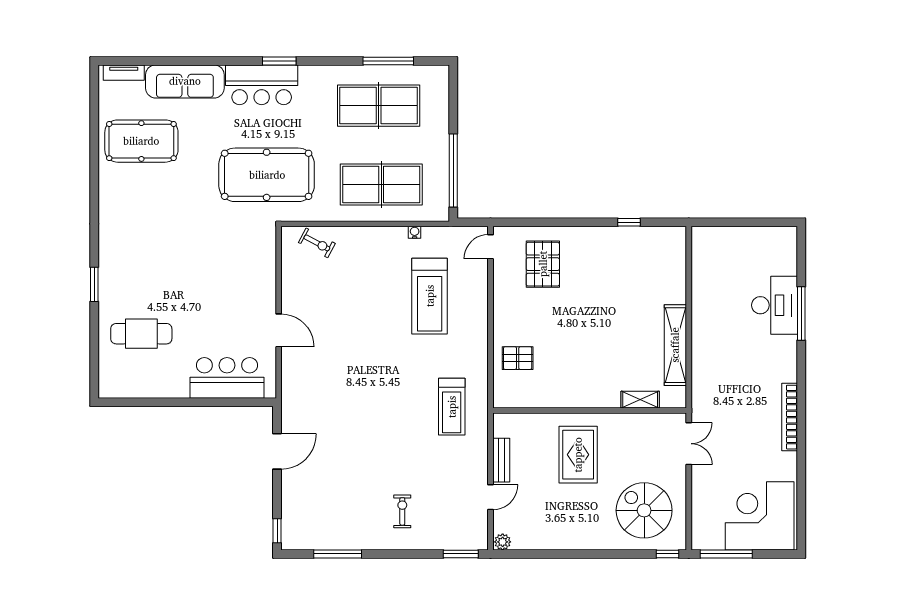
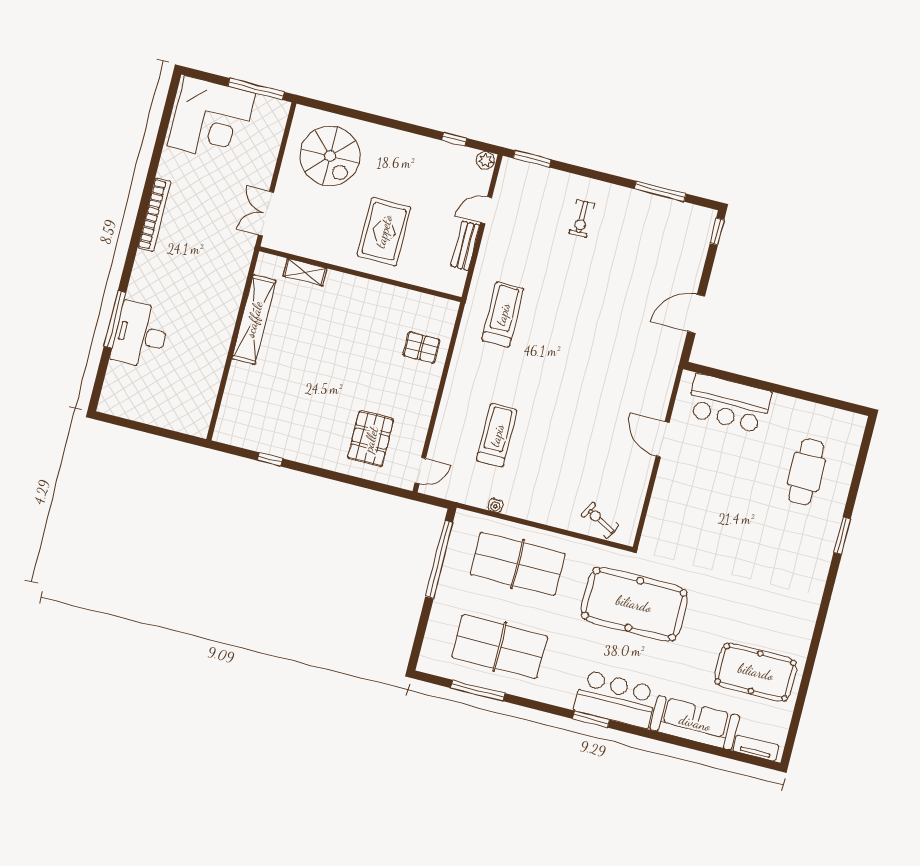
treadmill: (430, 296) -> (497, 435), width x0.73, depth x0.73
cafe table: (141, 334) -> (806, 472), turned 90
window: (668, 554) -> (454, 139), moved

